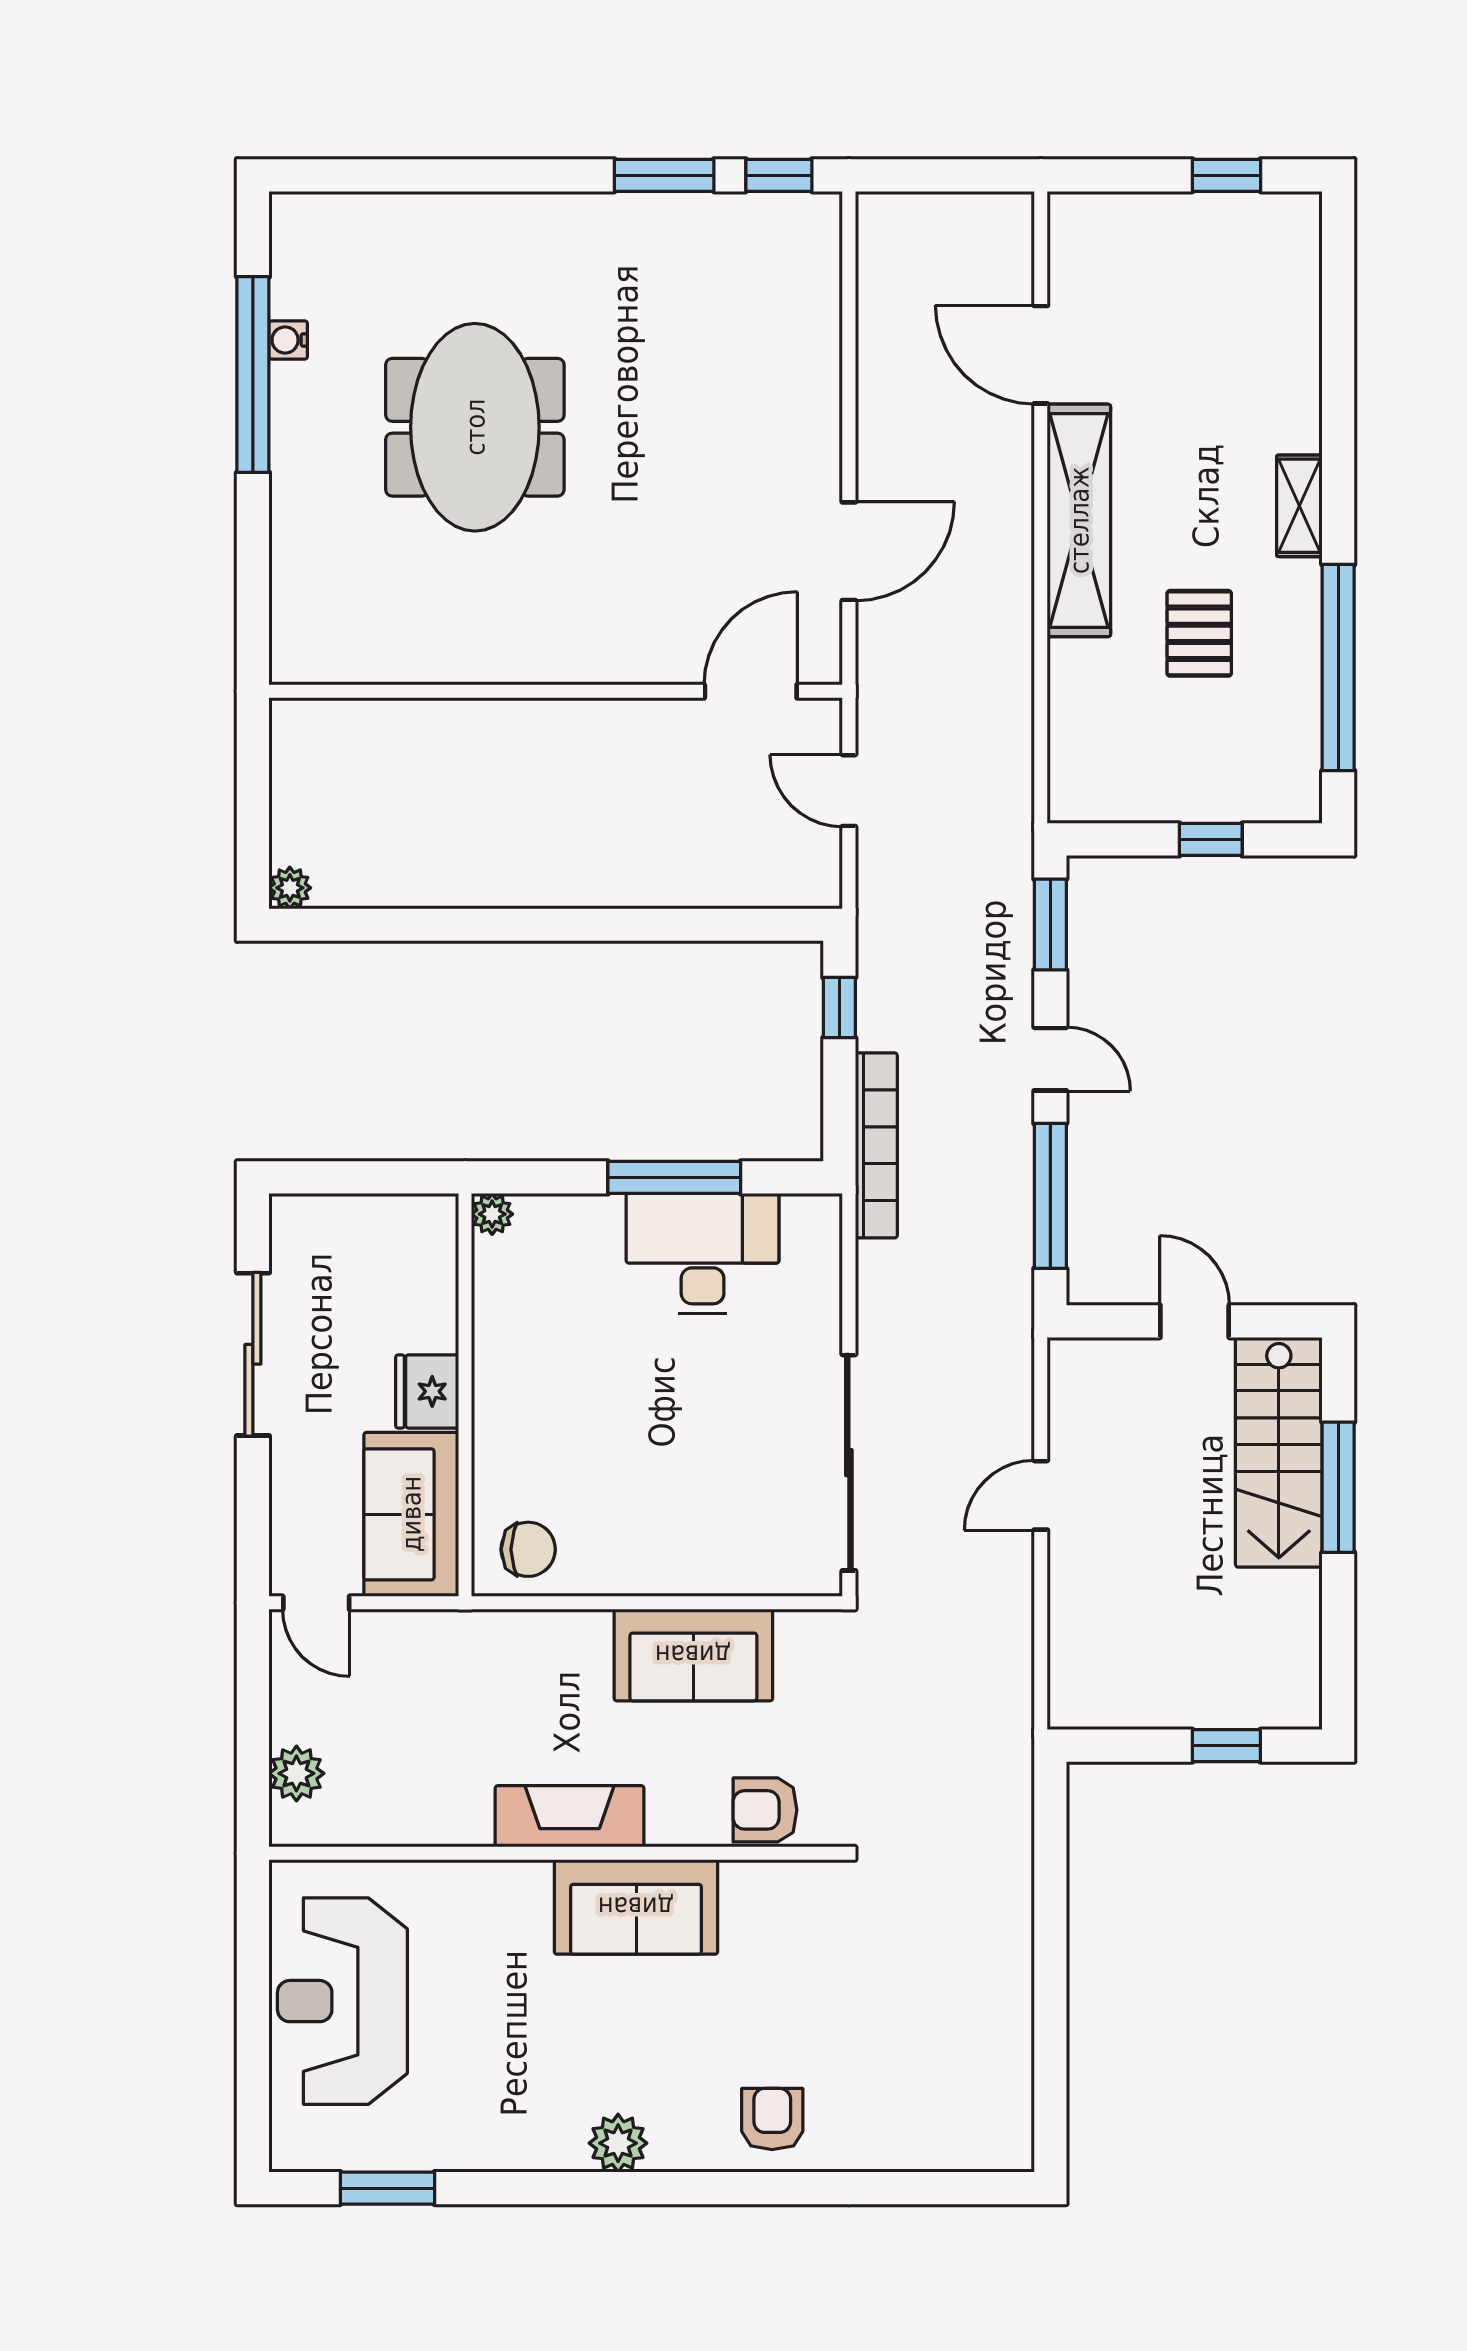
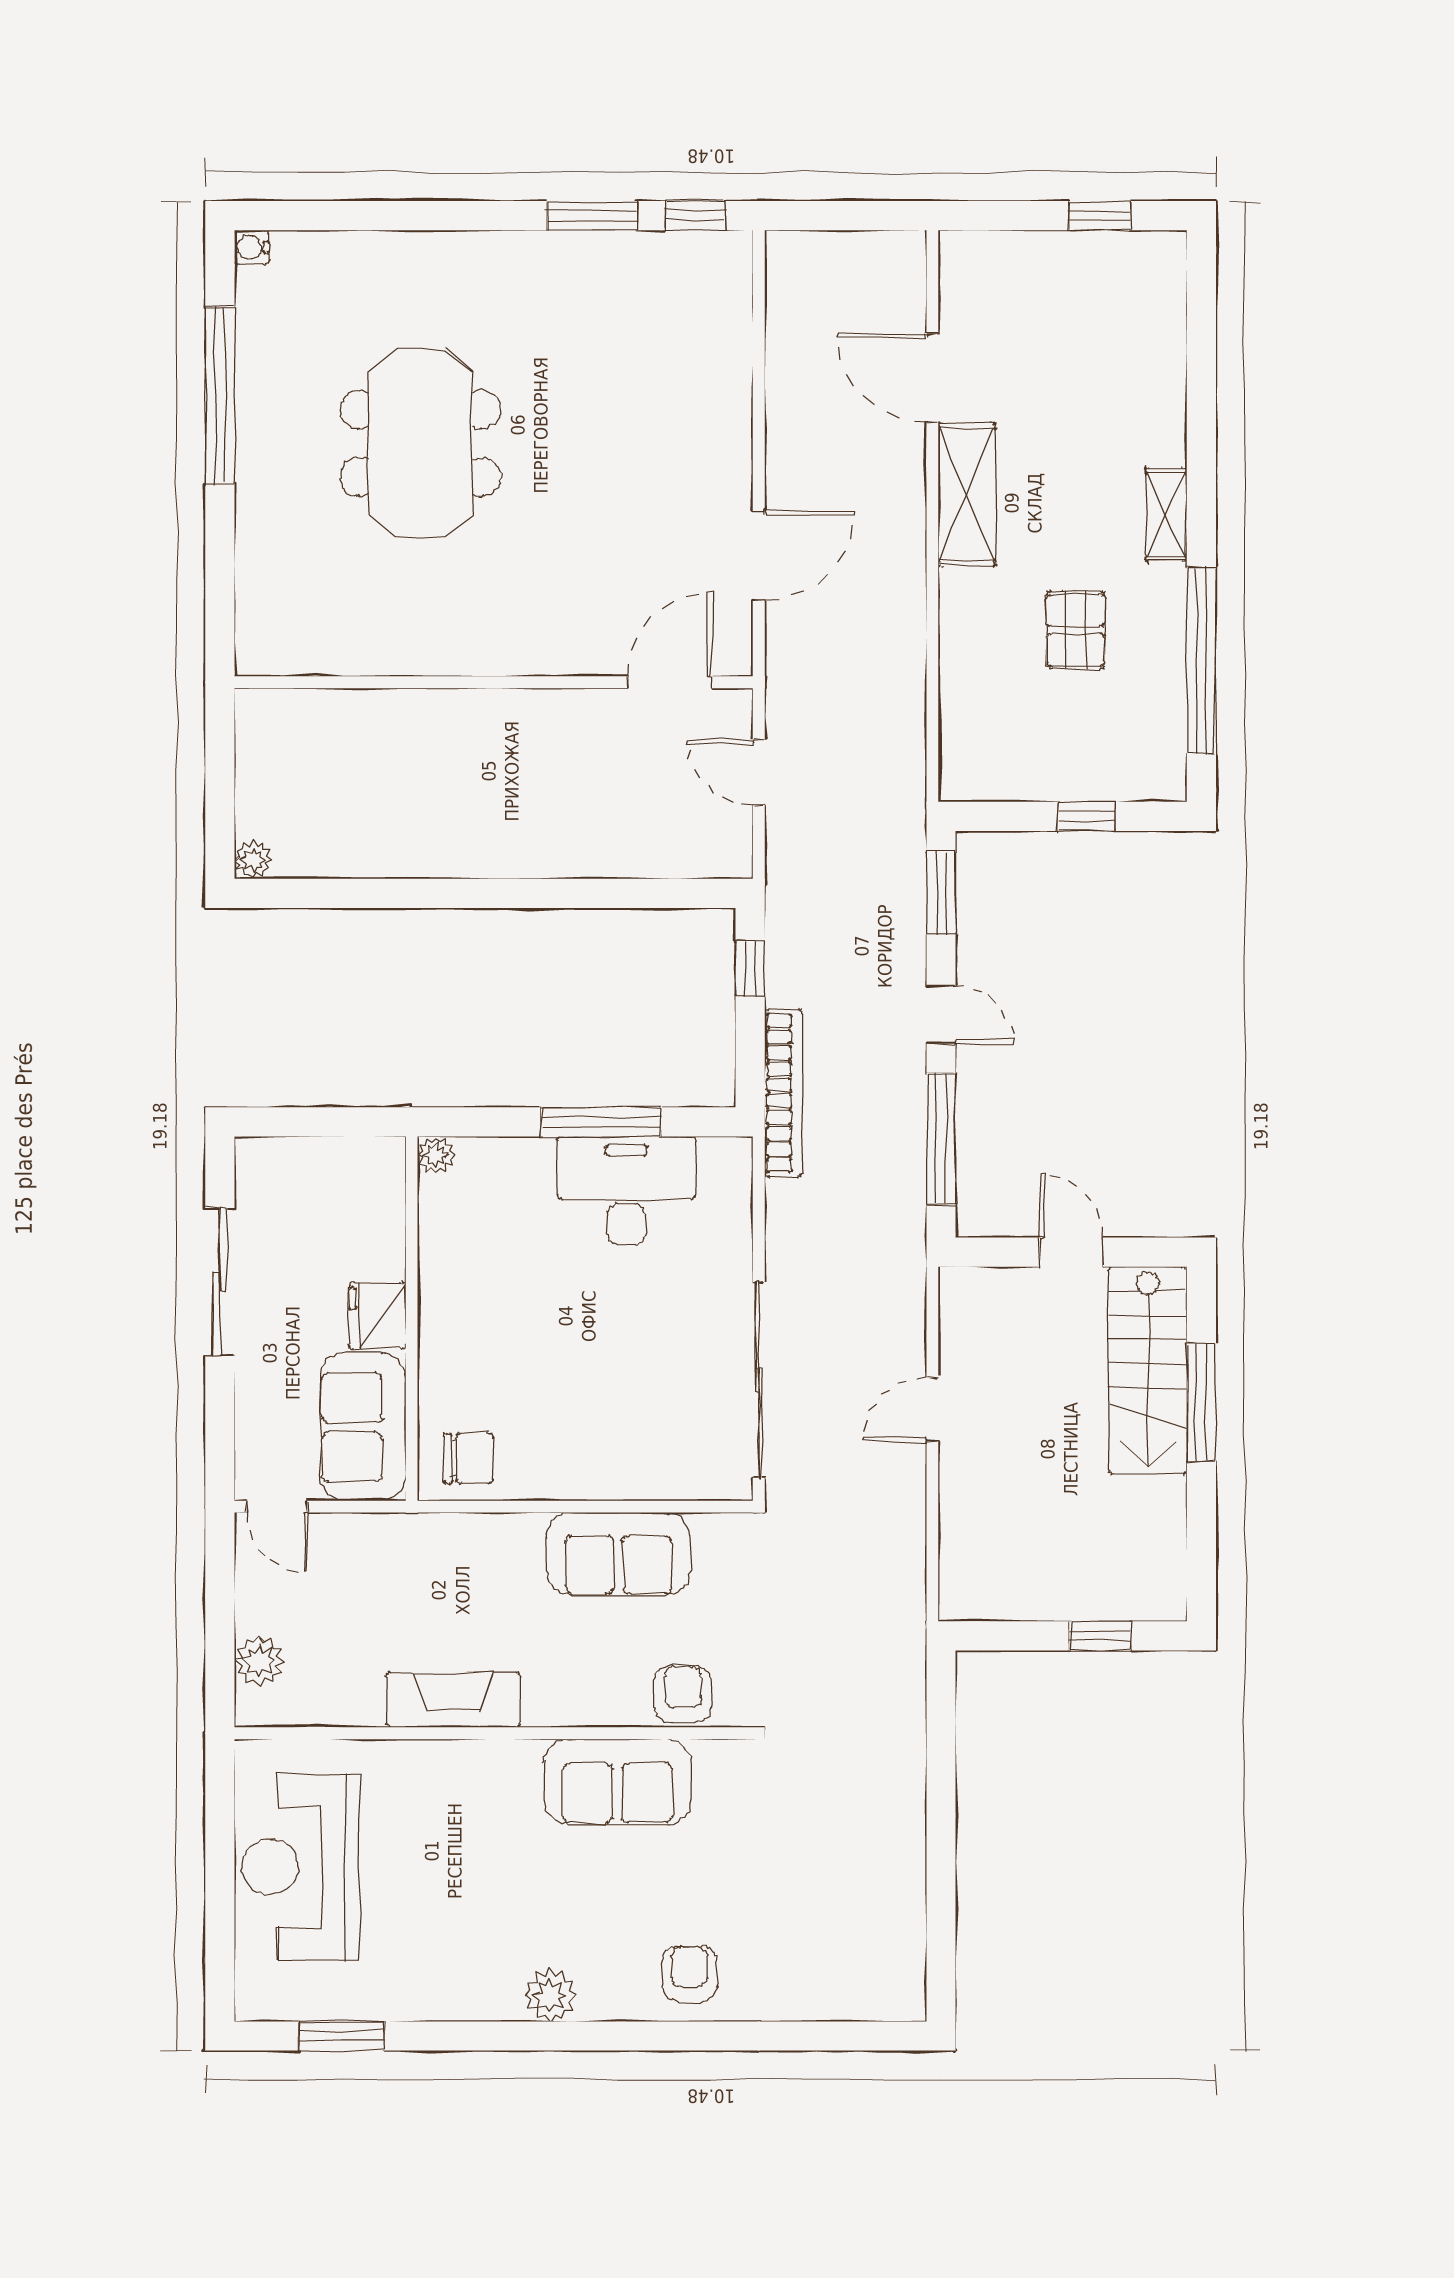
water cooler: (288, 340) -> (252, 247), moved
shelving: (1079, 520) -> (967, 494), width x0.68
armchair: (765, 1810) -> (683, 1694), turned 89
fireplace: (570, 1816) -> (453, 1700), moved
sofa: (636, 1907) -> (618, 1782), moved

